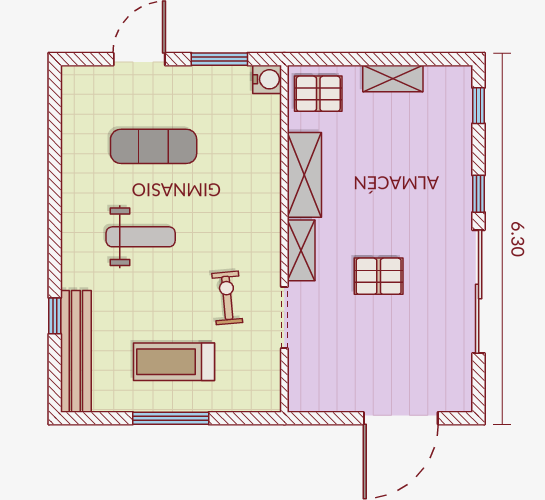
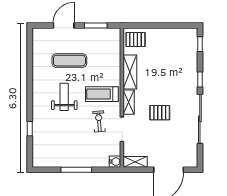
shelving: (393, 78) -> (135, 162), moved
water cooler: (267, 79) -> (115, 162), moved
weight bench: (141, 237) -> (64, 97), turned -90
bench: (76, 351) -> (38, 143), removed
treadmill: (174, 362) -> (102, 94), moved

